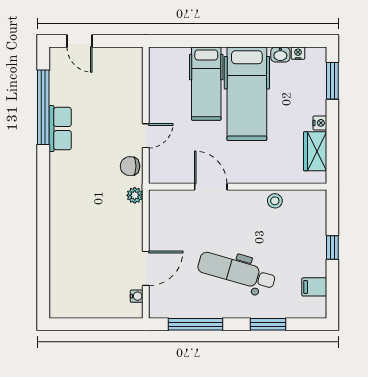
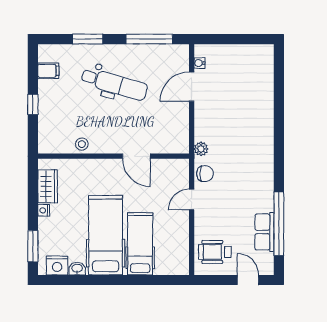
nightstand: (298, 53) -> (57, 265), width x1.89, depth x1.79
wheelchair: (118, 74) -> (215, 252), added
row of seats: (60, 129) -> (264, 232), moved

